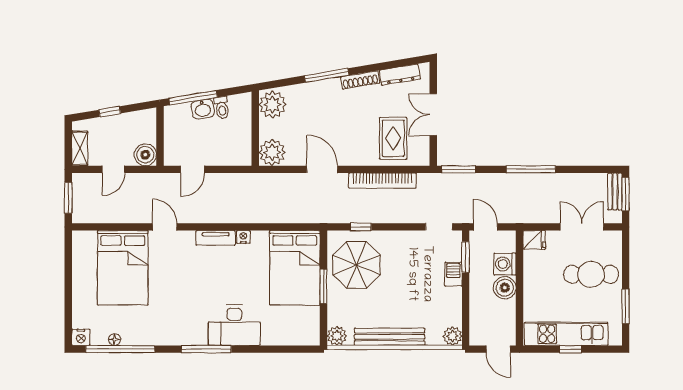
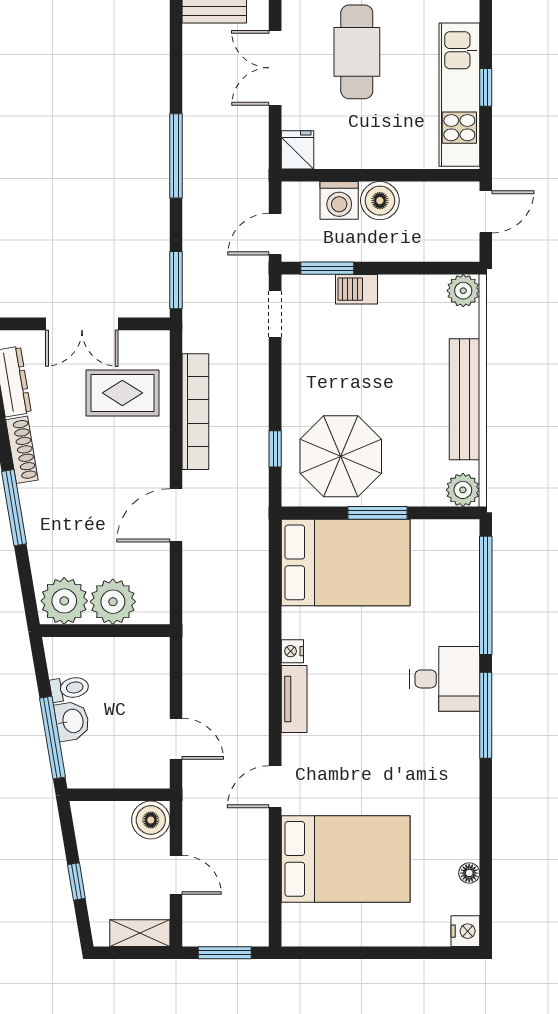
plant: (272, 152) -> (113, 602), moved
desk: (234, 325) -> (445, 679), width x0.73
window: (120, 349) -> (486, 595), moved

